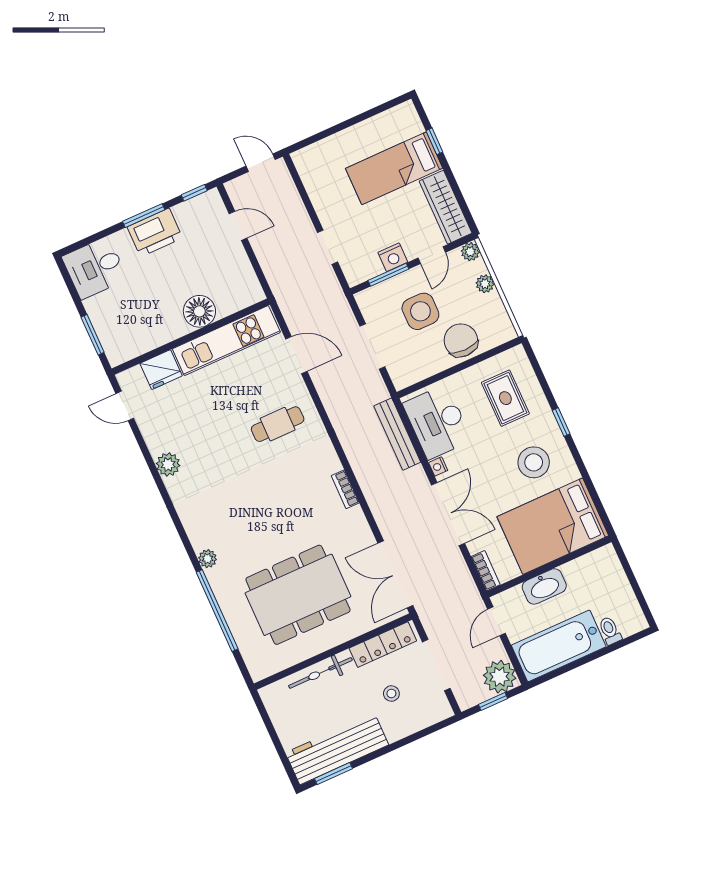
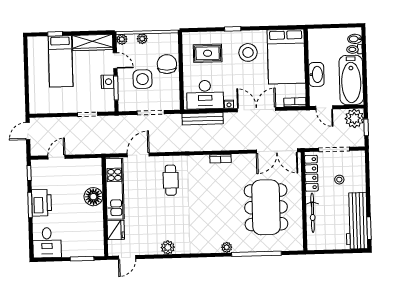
chair: (461, 340) -> (167, 64), turned 90
bidet: (627, 624) -> (355, 39), added

